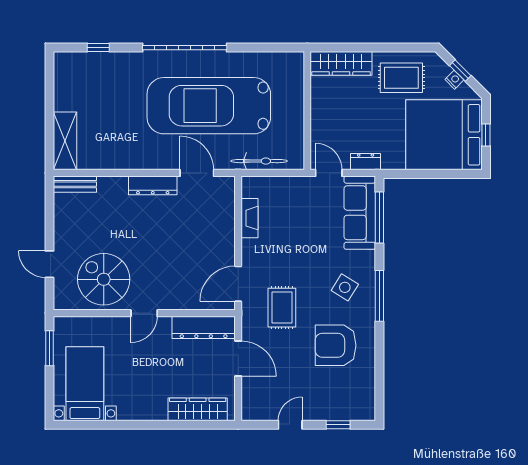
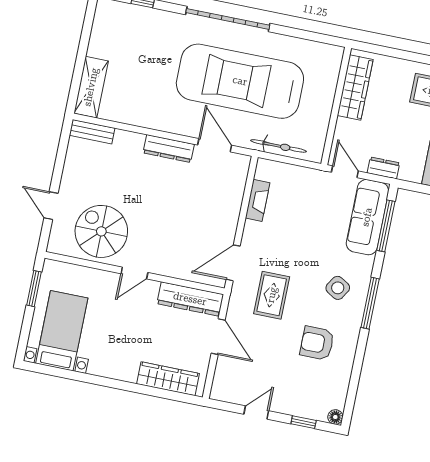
wardrobe: (341, 63) -> (355, 88), moved, turned -90
armchair: (336, 345) -> (317, 343), width x0.73, depth x0.73
floor lamp: (368, 413) -> (335, 417), added

